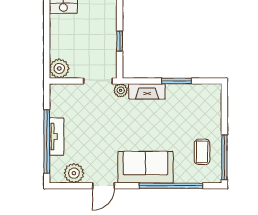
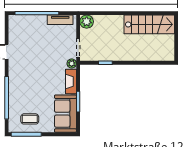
tv unit: (57, 137) -> (60, 20), moved
sofa: (145, 167) -> (65, 114), moved, turned 180
plant: (74, 173) -> (15, 32), removed

